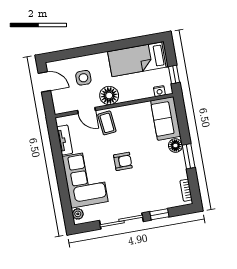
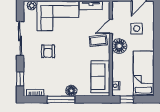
sofa: (166, 118) -> (100, 77), moved, turned -90
window: (189, 156) -> (61, 99), width x1.44
armchair: (123, 161) -> (48, 51), moved
window: (159, 214) -> (20, 79), moved

